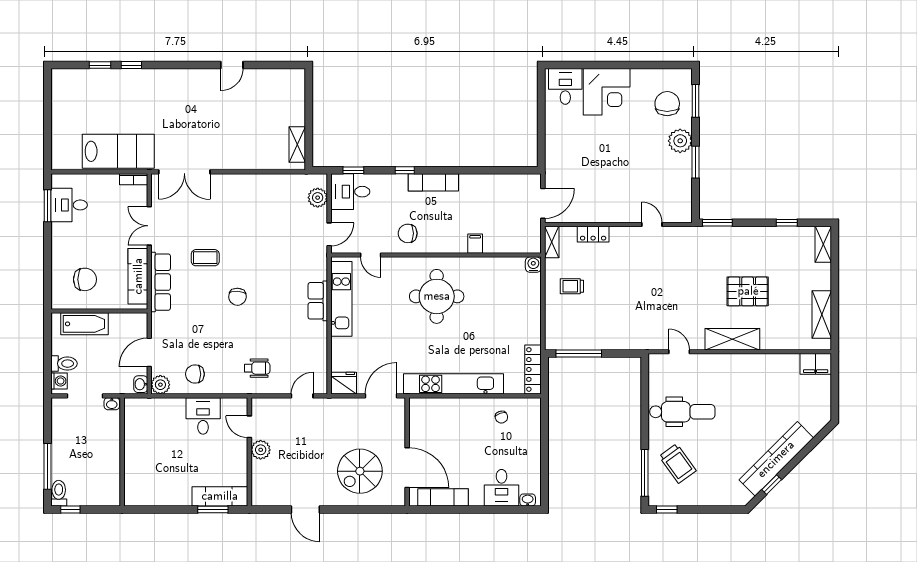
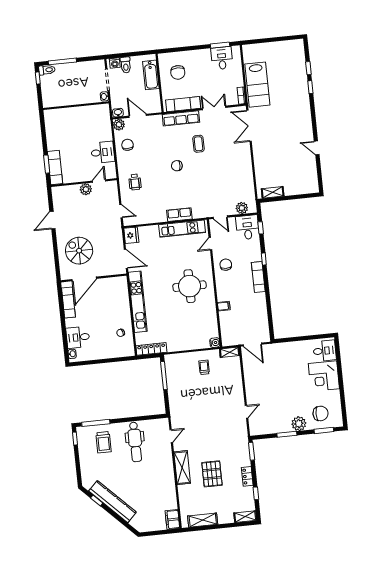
locker: (593, 234) -> (247, 476), moved
trolley: (678, 463) -> (104, 442), turned -54

